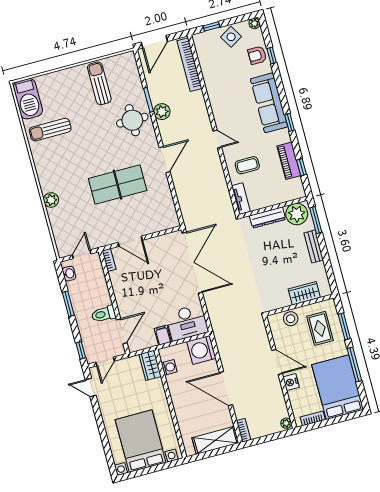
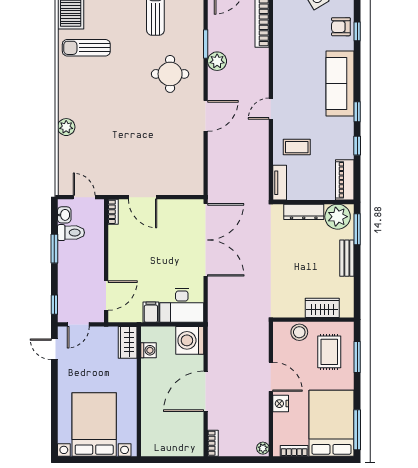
round table: (132, 120) -> (170, 74), moved
door: (217, 139) -> (271, 109), swing flipped
piano: (289, 161) -> (345, 180), moved
window: (302, 167) -> (357, 146), moved
table tennis table: (118, 184) -> (145, 130), removed
door: (82, 254) -> (84, 197), hinge flipped
toilet: (104, 314) -> (71, 233), moved, turned 180
window: (354, 365) -> (357, 430), moved
door: (226, 389) -> (206, 391), hinge flipped
shelving: (215, 440) -> (178, 446), removed

